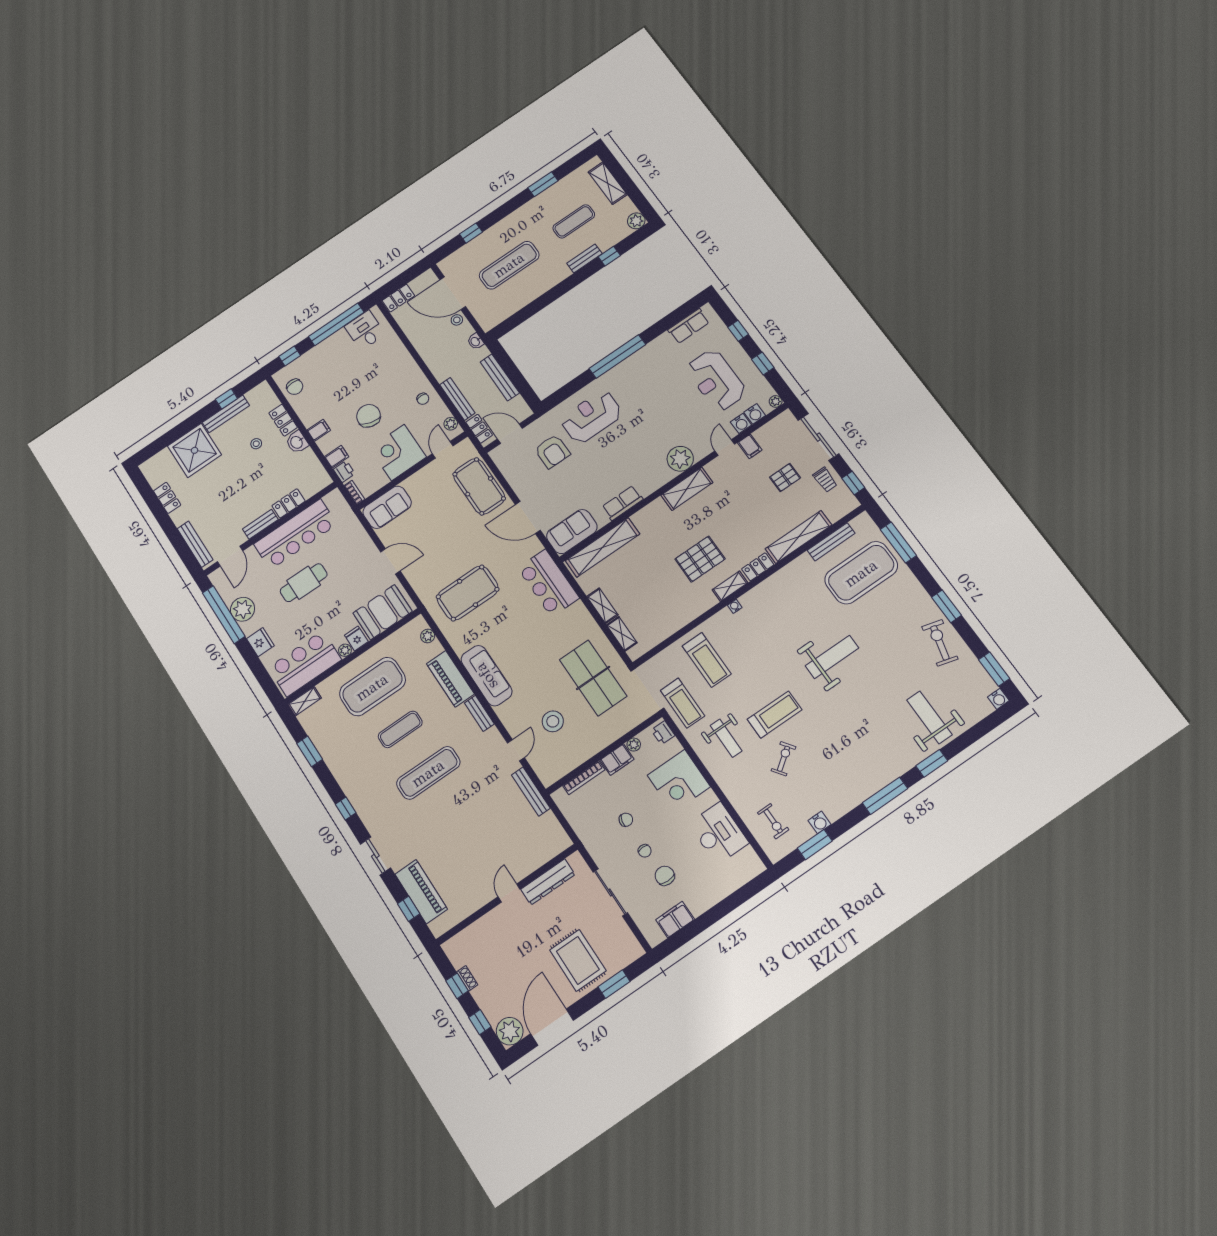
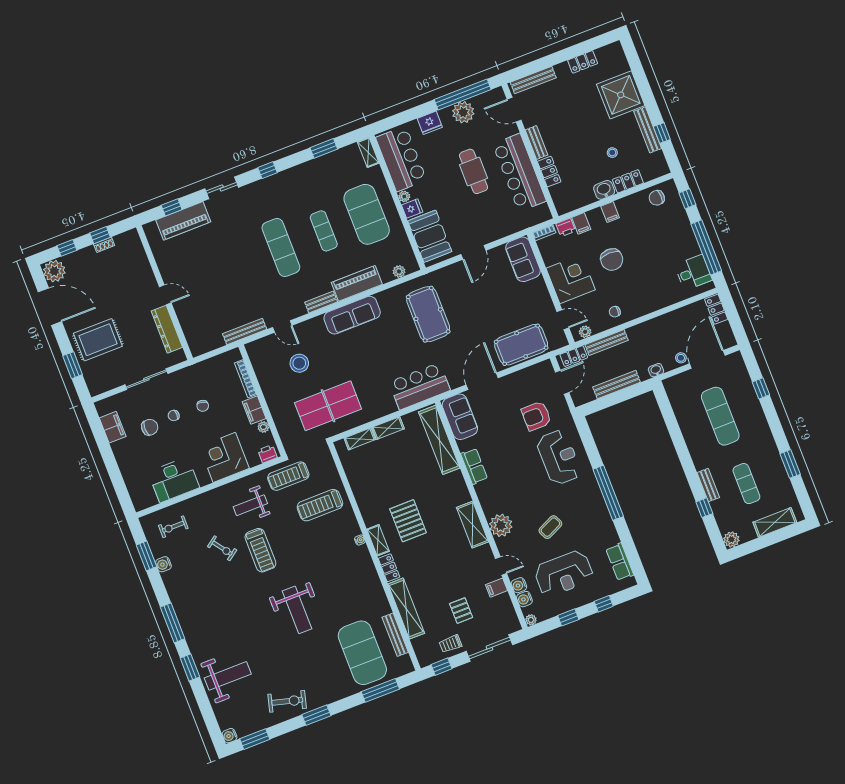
reception desk: (716, 380) -> (564, 573), turned 180
coffee table: (669, 407) -> (550, 527), added
chair: (369, 416) -> (612, 260), turned 73

